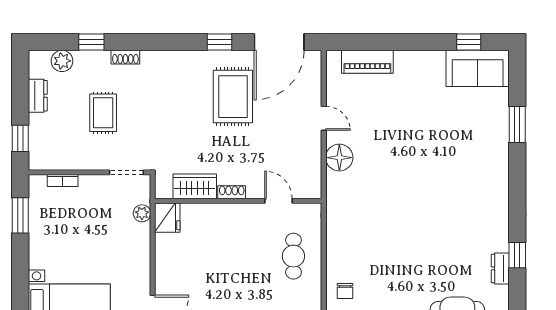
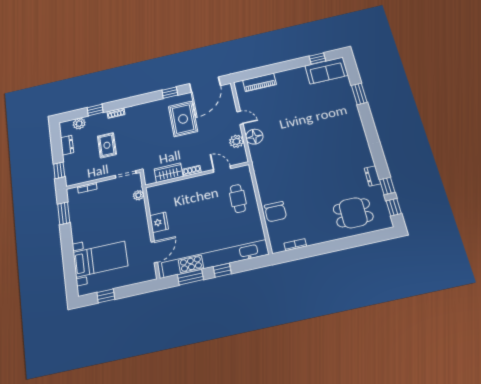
plant: (310, 159) -> (236, 141), added
fridge: (167, 218) -> (159, 222), moved
window: (517, 255) -> (387, 186), moved
chair: (345, 291) -> (275, 212), width x1.87, depth x1.87

